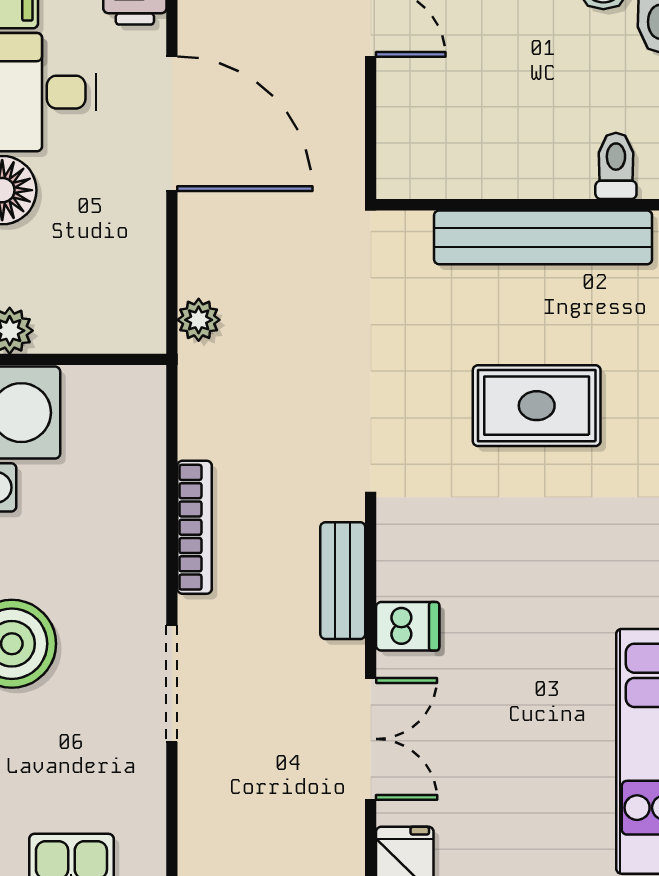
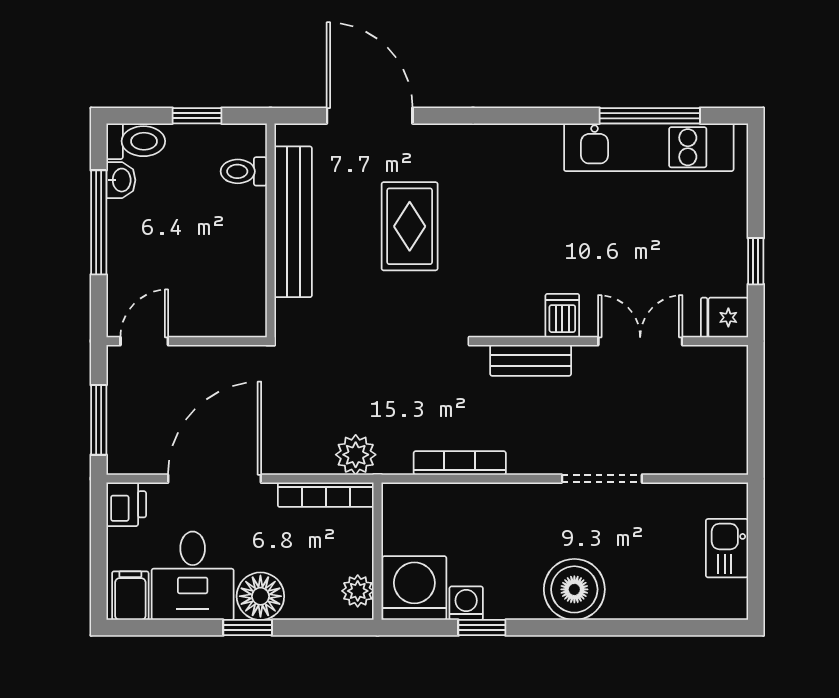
bookcase: (149, 284) -> (326, 495), added
plant: (199, 320) -> (356, 455), width x1.38, depth x1.38
bookcase: (195, 527) -> (460, 463), moved

